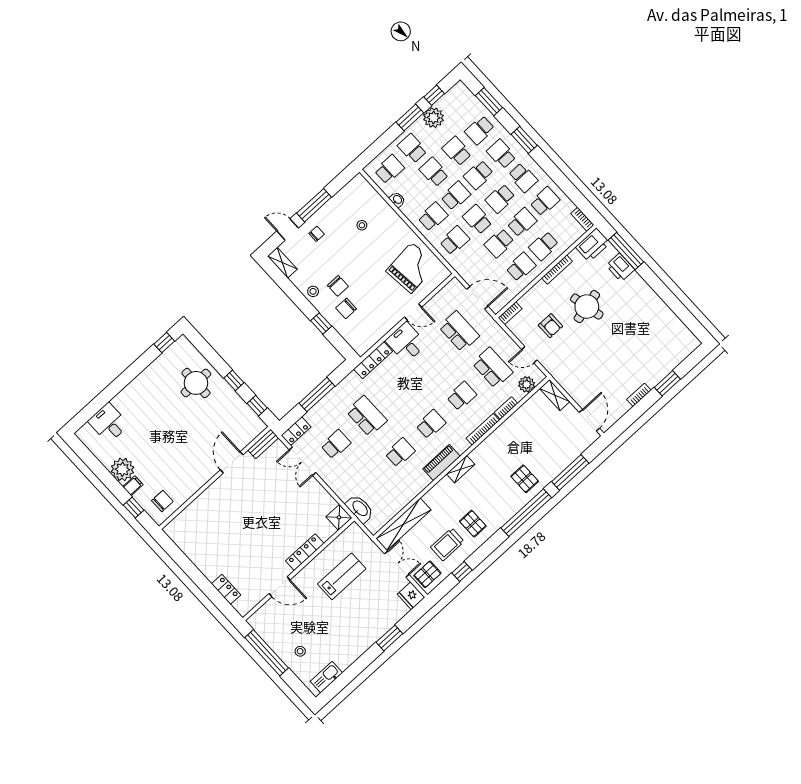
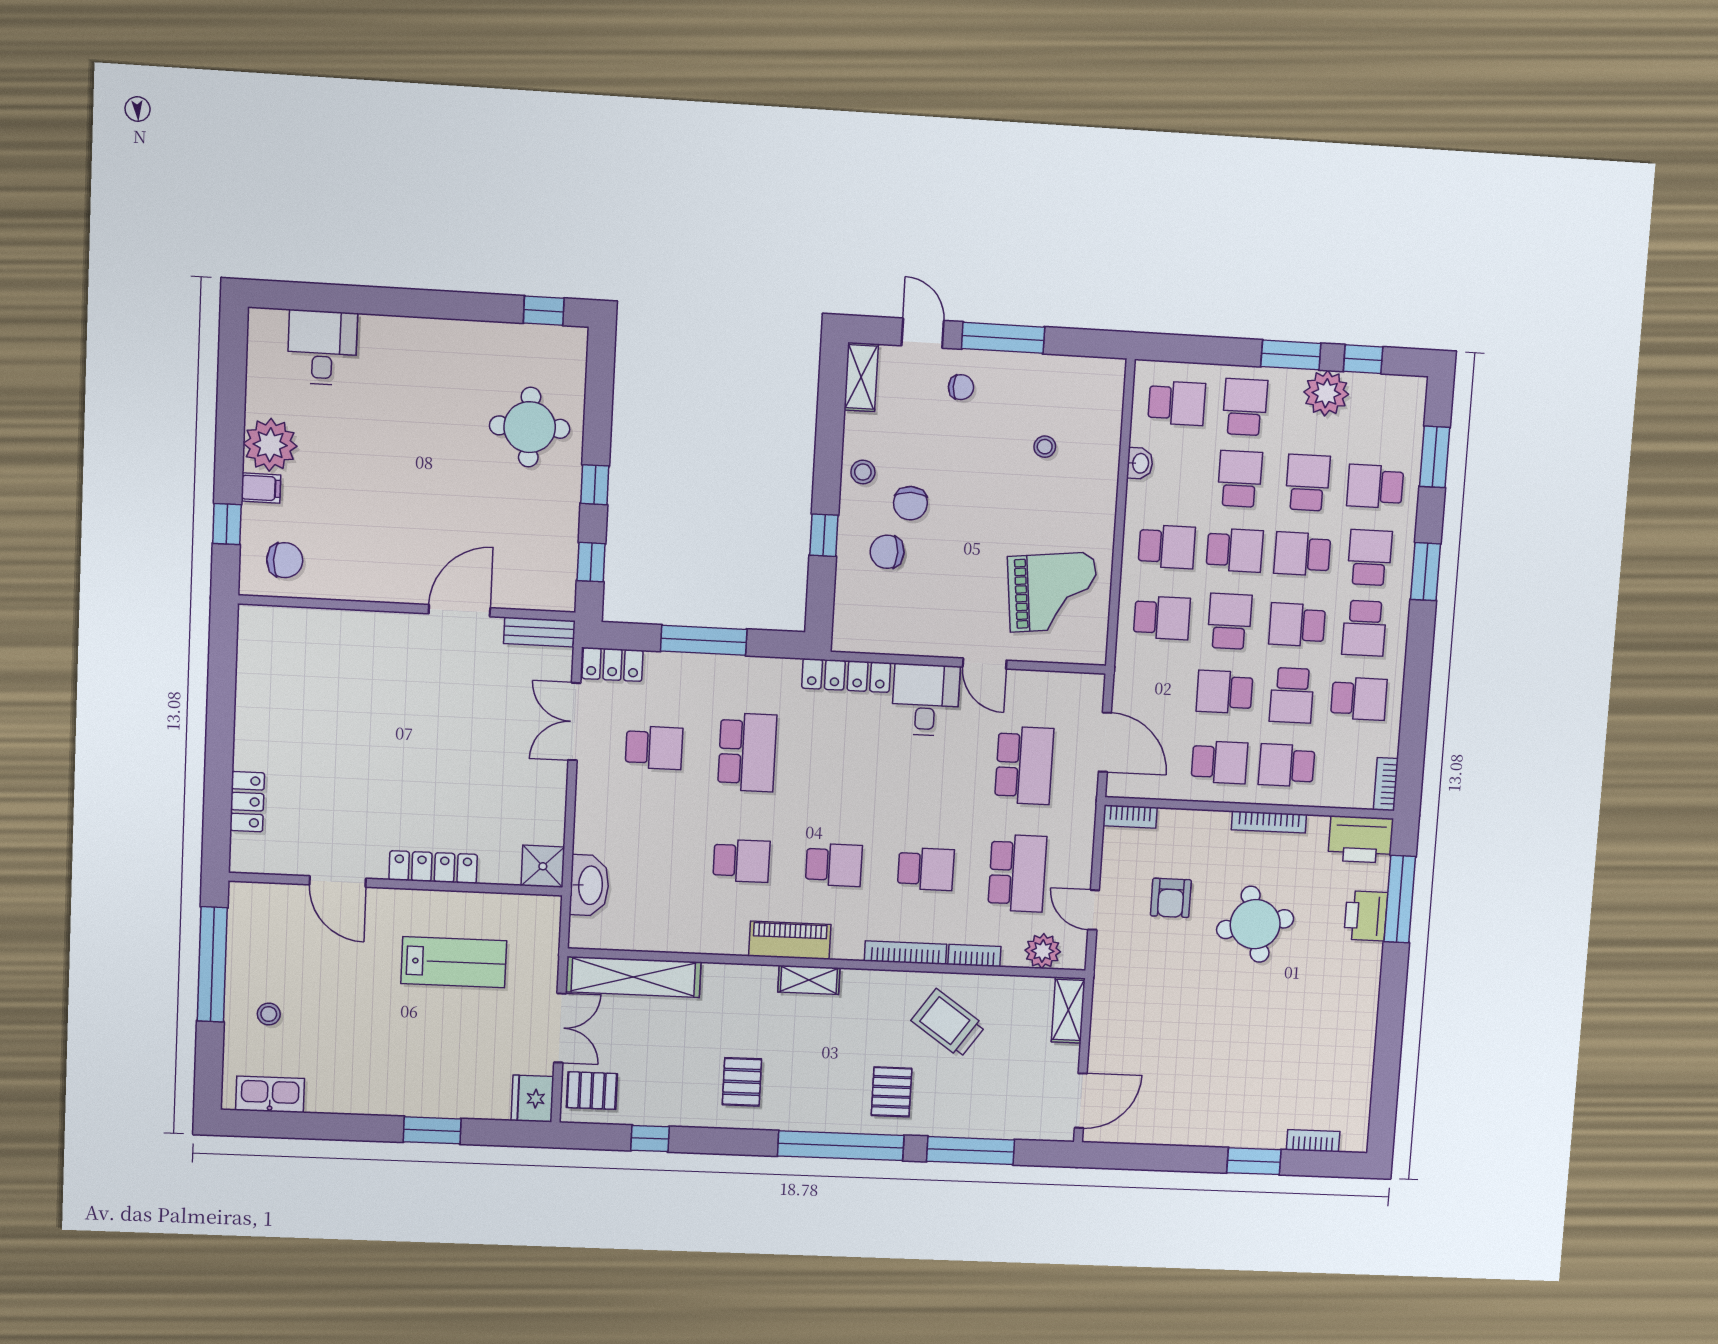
school desk: (522, 222) -> (1292, 695), turned 90
bookcase: (639, 395) -> (1313, 1141), moved
trolley: (447, 544) -> (948, 1023), moved, turned 35

